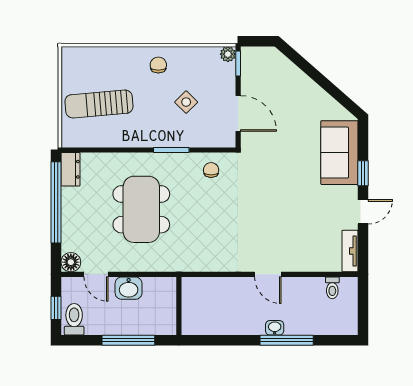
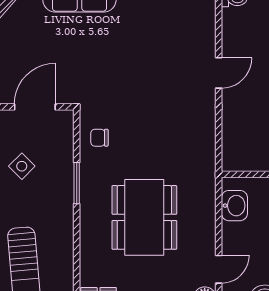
dining table: (141, 209) -> (144, 217), turned 90
washbasin: (129, 288) -> (234, 206), moved

